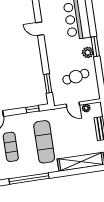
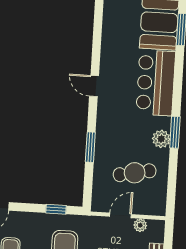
window: (48, 84) -> (90, 147), moved
door: (73, 105) -> (121, 215), swing flipped

